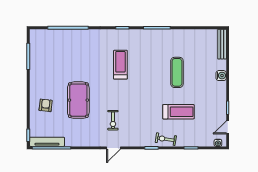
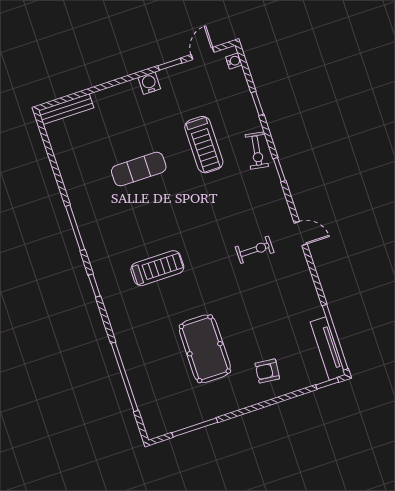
treadmill: (120, 65) -> (157, 268), turned 180
water cooler: (221, 76) -> (149, 83), moved
pool table: (78, 100) -> (205, 349), moved, turned 90
treadmill: (178, 112) -> (204, 145), turned 180
door: (228, 127) -> (203, 53), swing flipped

